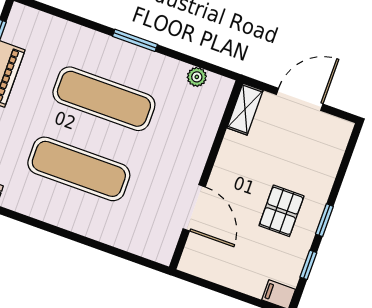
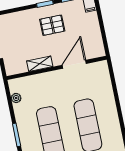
shelving: (245, 109) -> (40, 64), moved

